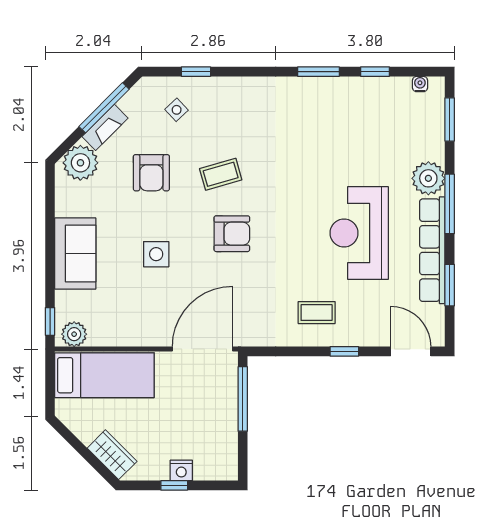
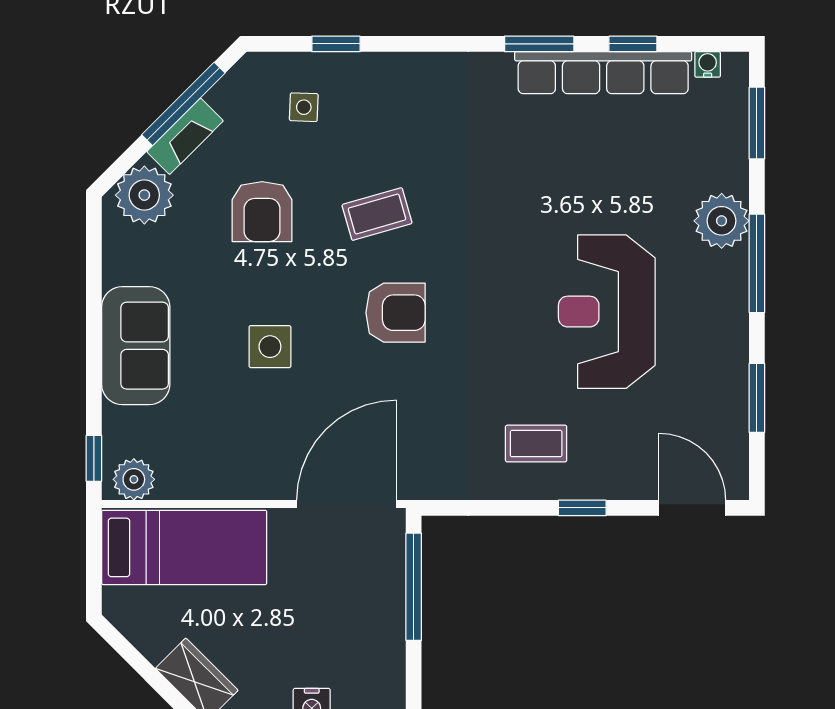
side table: (177, 110) -> (304, 107), turned 45
row of seats: (432, 250) -> (603, 73), moved, turned -90

